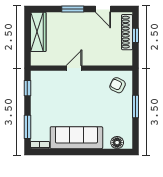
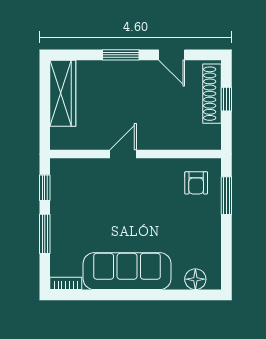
armchair: (118, 85) -> (196, 183), turned -116
window: (136, 107) -> (226, 196), moved
window: (27, 127) -> (45, 234), moved

